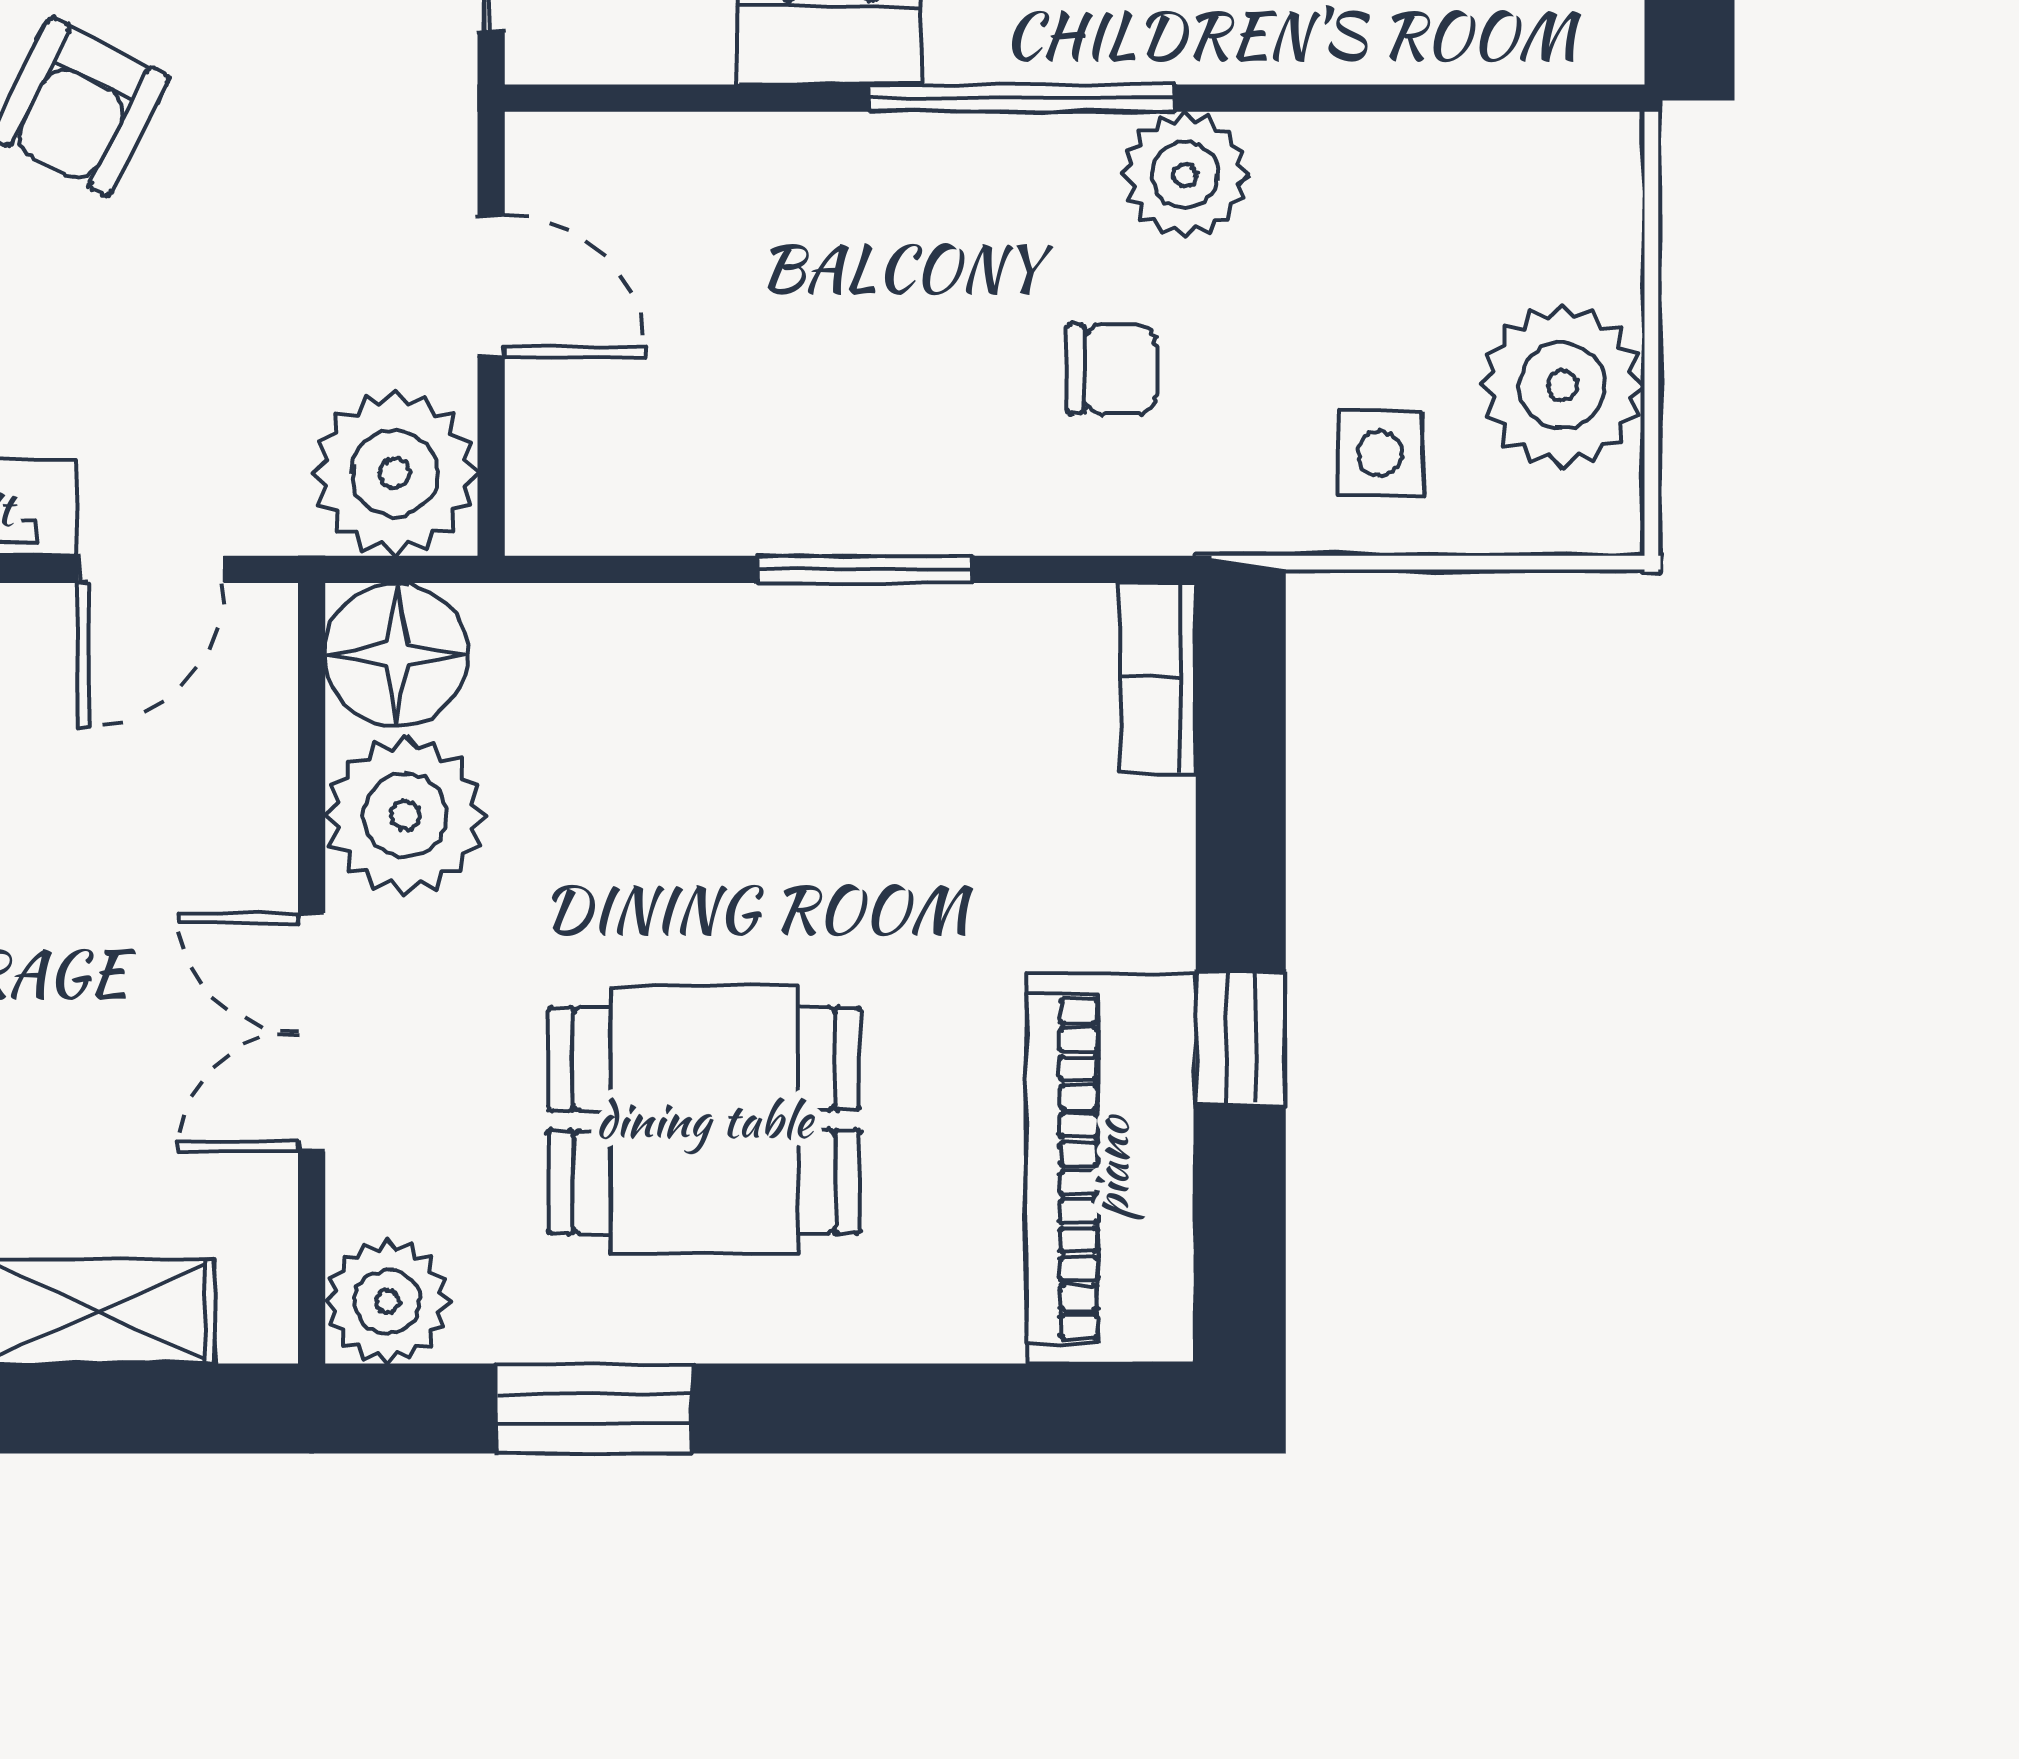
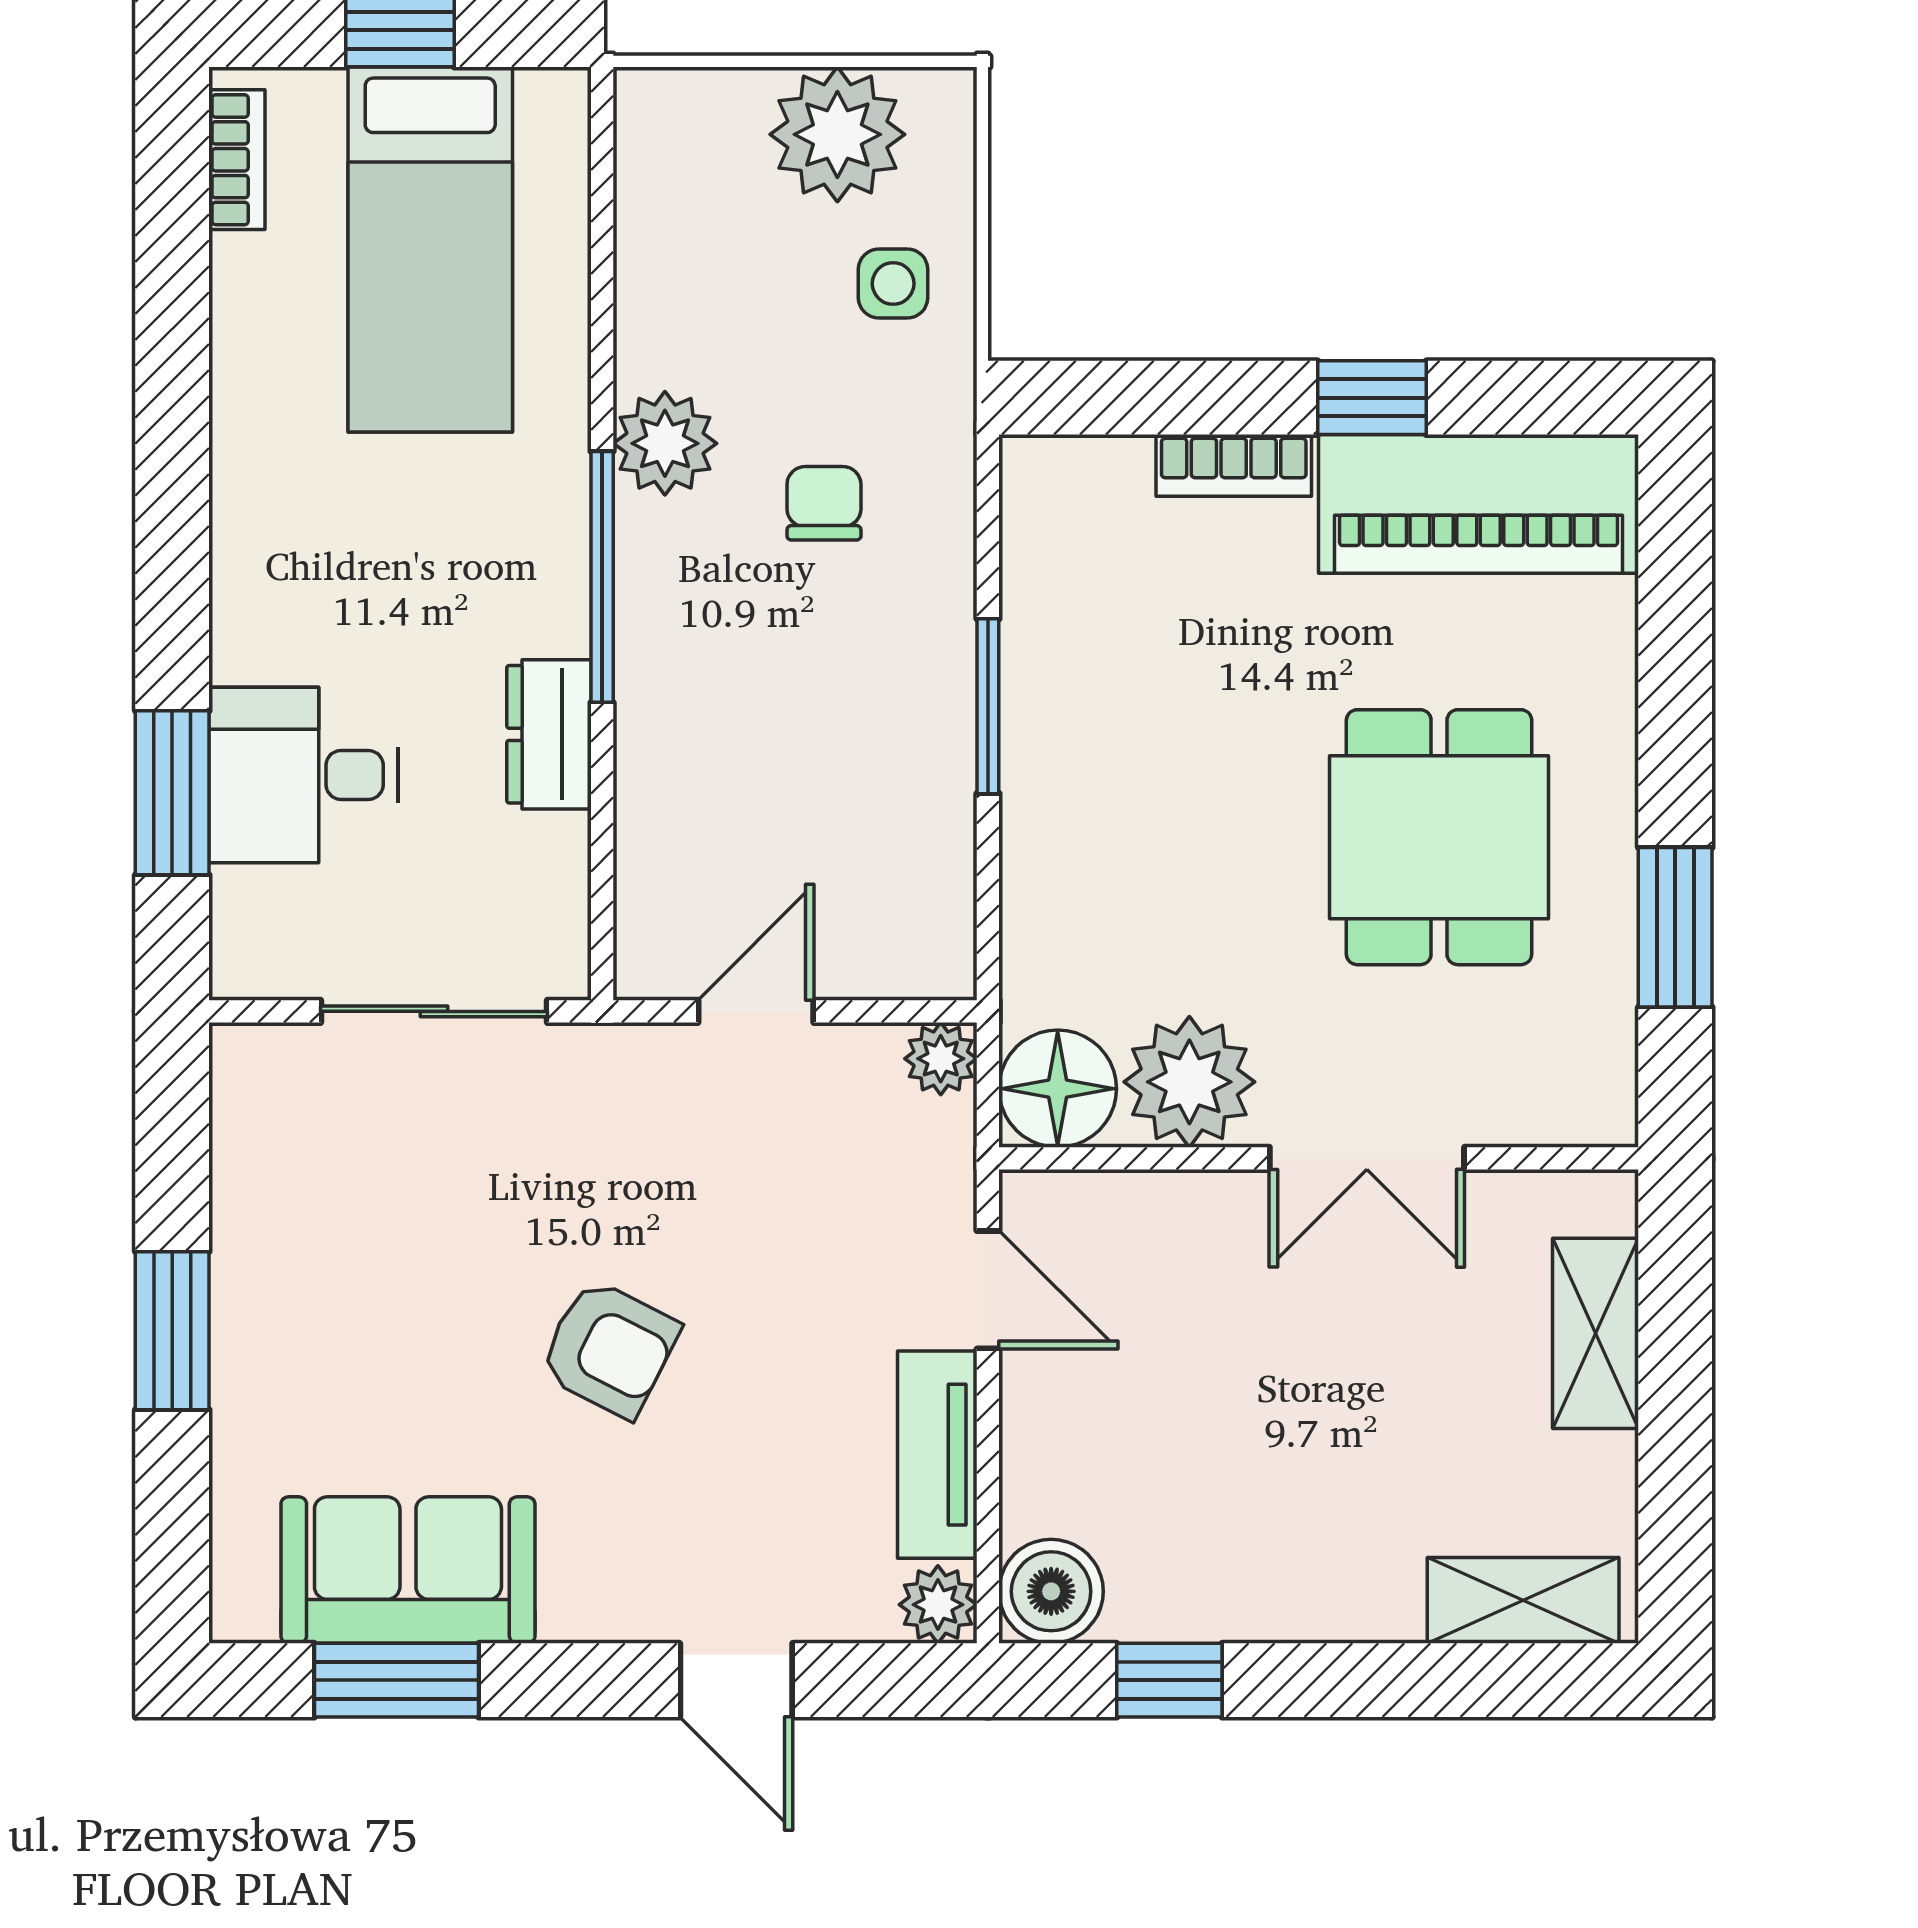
plant: (395, 473) -> (941, 1059), width x0.53, depth x0.53
bookcase: (1158, 678) -> (1234, 465), moved
plant: (387, 1302) -> (1588, 1097), removed

